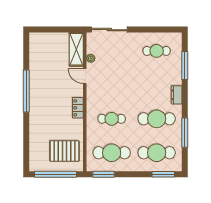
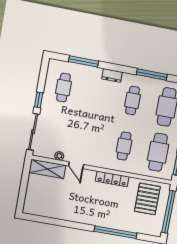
window: (141, 30) -> (39, 100), added
door: (85, 76) -> (76, 165), hinge flipped
window: (26, 91) -> (115, 232), moved
locker: (78, 108) -> (112, 179), width x1.53
cafe table: (157, 119) -> (133, 100), width x0.73, depth x0.74

